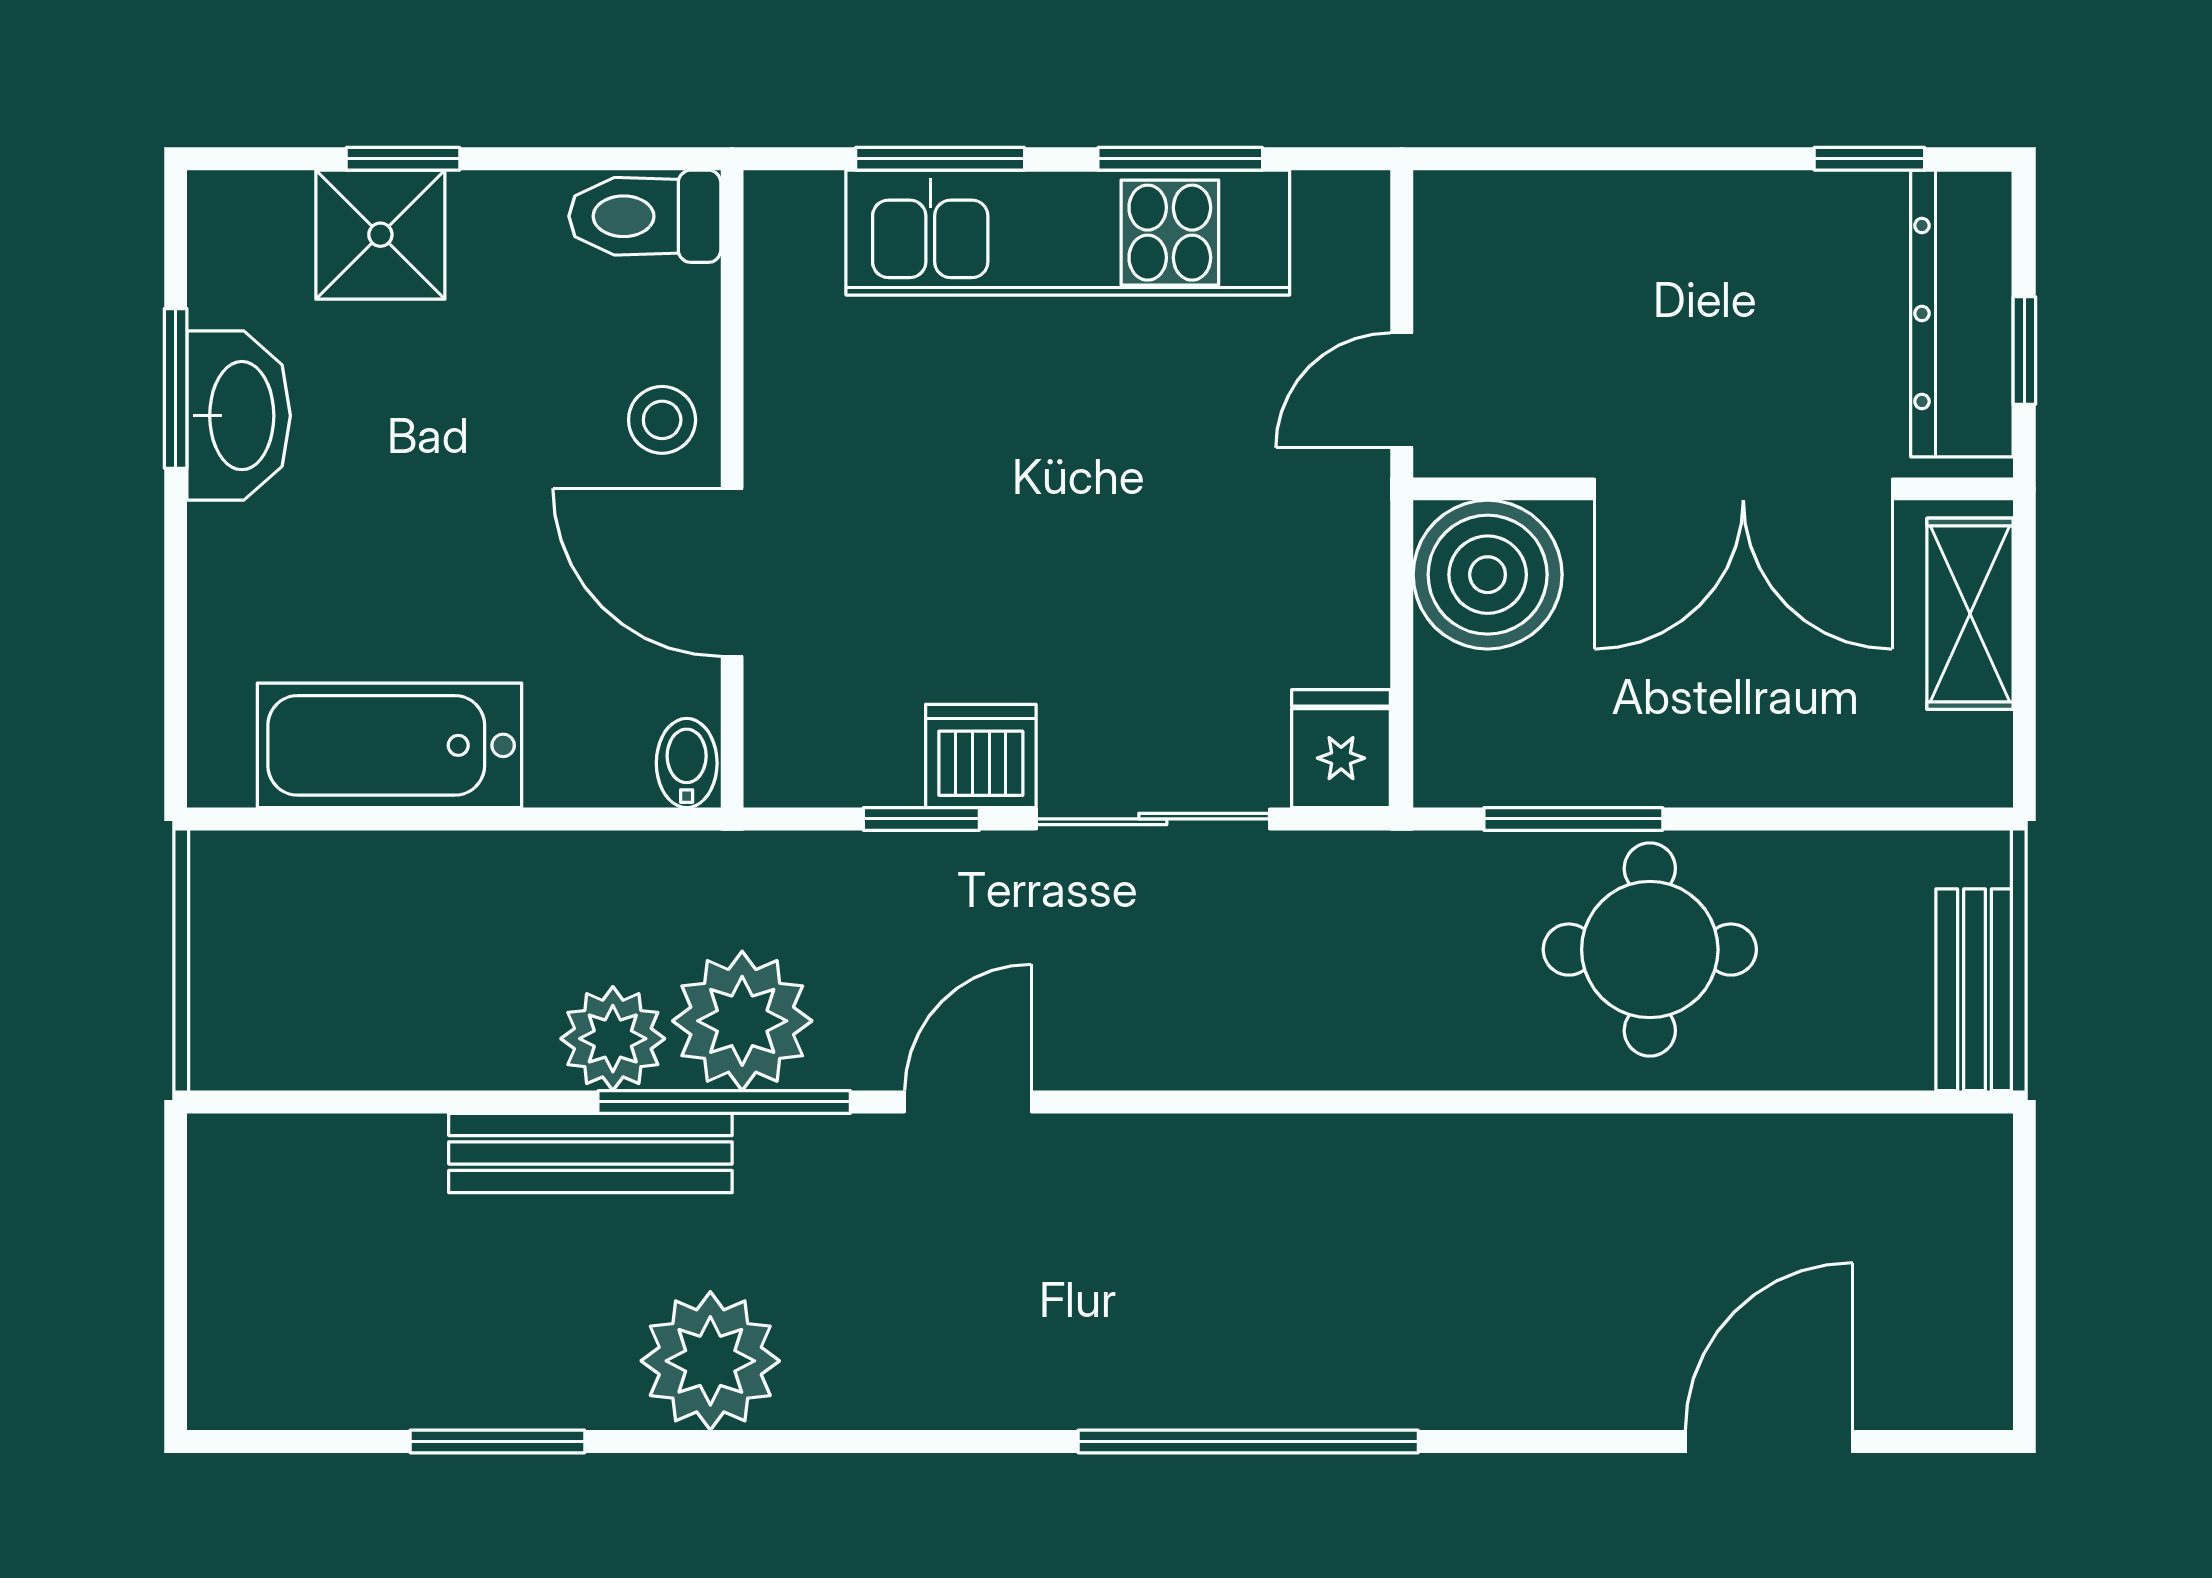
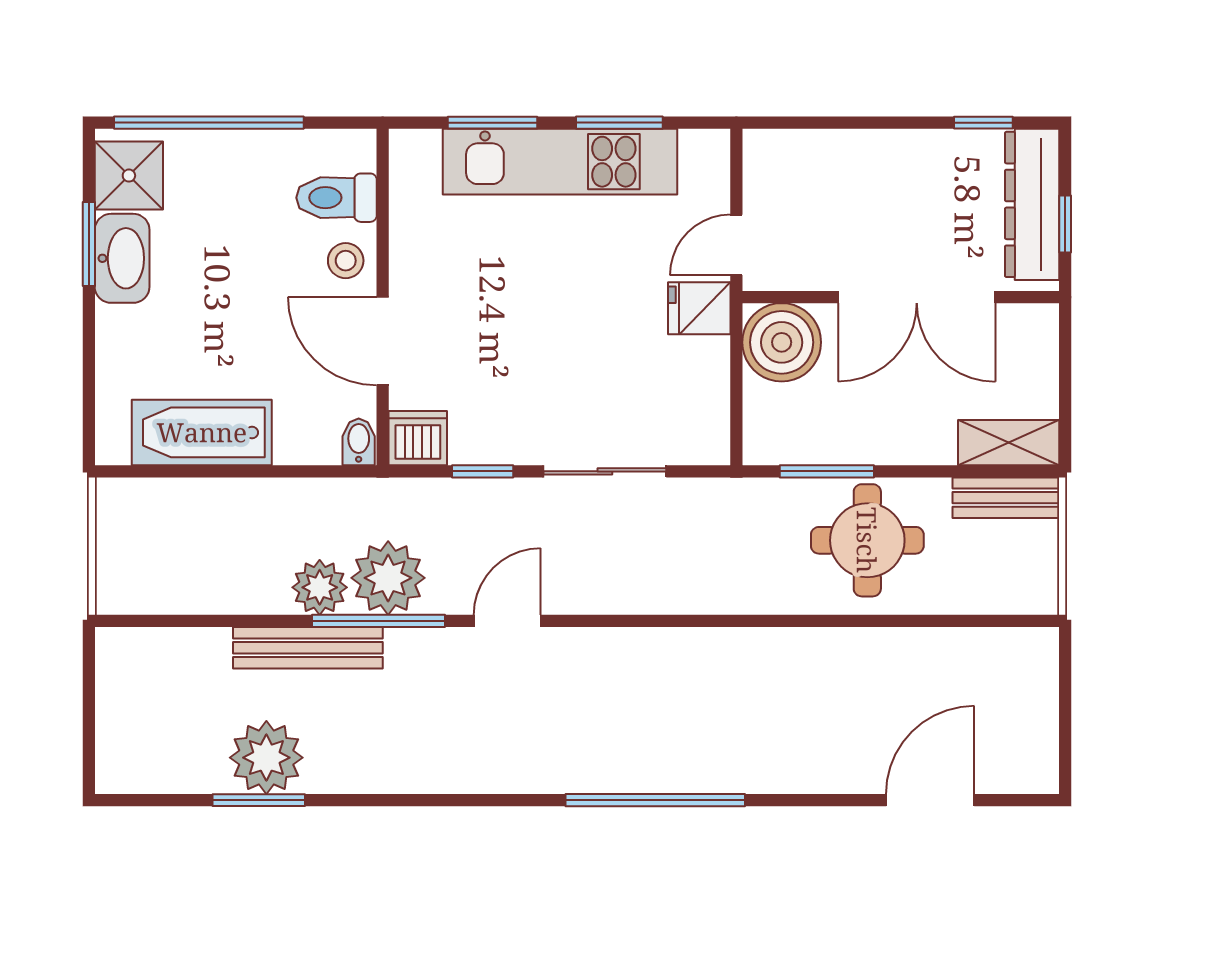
window: (403, 159) -> (209, 123), width x3.17
toilet: (645, 216) -> (337, 198), moved
shower: (380, 235) -> (129, 176), moved
shelving: (1970, 614) -> (1009, 443), moved, turned 90
fridge: (1341, 749) -> (699, 308), moved, turned -90
dishwasher: (981, 756) -> (418, 438), moved
bench: (1974, 990) -> (1006, 498), moved, turned 90
plant: (710, 1361) -> (266, 758), moved

